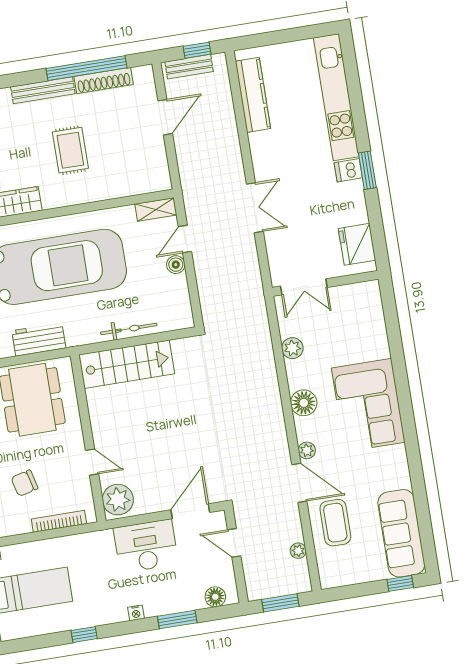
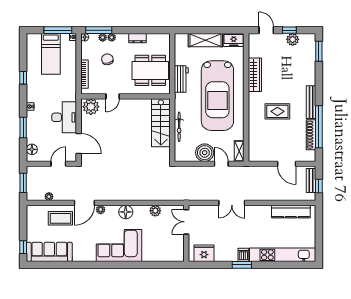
boiler: (176, 265) -> (205, 153), width x1.86, depth x1.86

